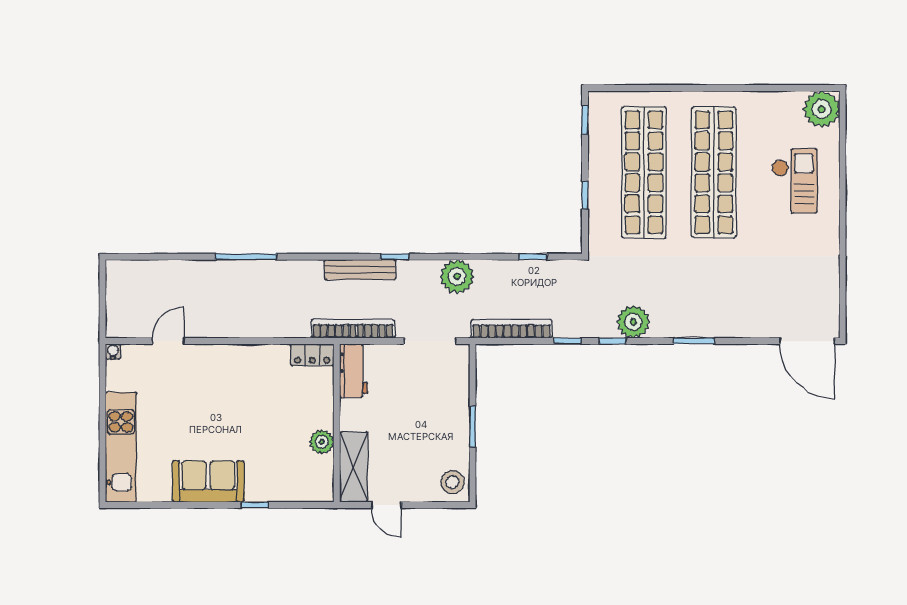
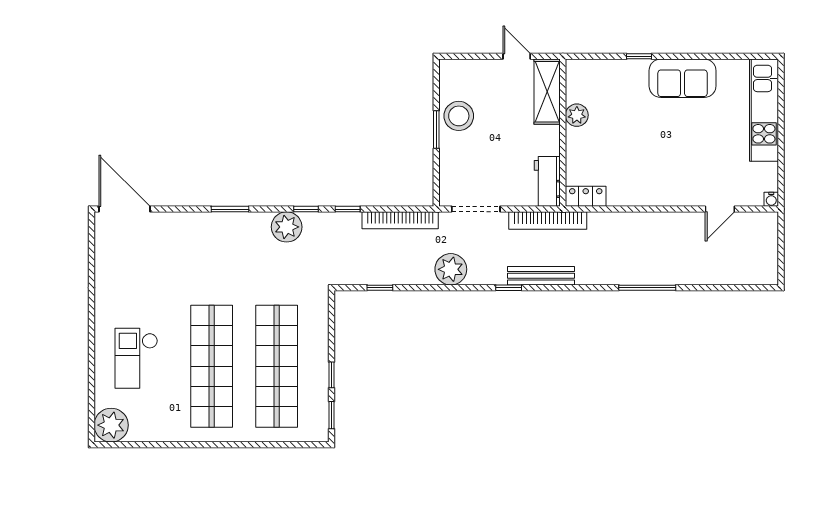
window: (585, 195) -> (332, 375), moved
stool: (452, 482) -> (459, 116), moved, width x1.38, depth x1.38

